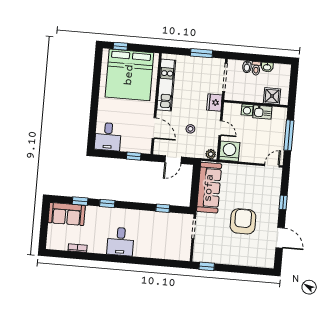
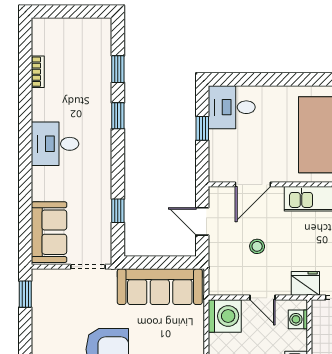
washing machine: (247, 110) -> (298, 319), moved
door: (221, 128) -> (263, 298), hinge flipped
plant: (211, 154) -> (217, 285), removed
window: (134, 156) -> (202, 128), moved
sofa: (67, 214) -> (49, 232), moved, turned 180

